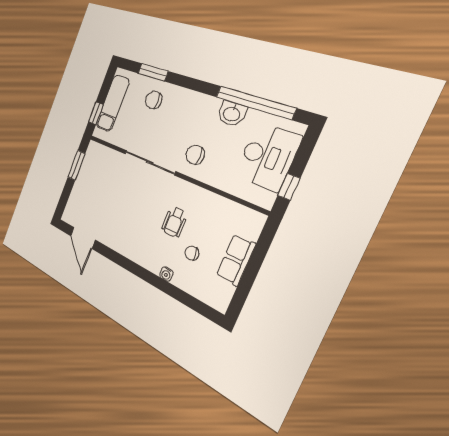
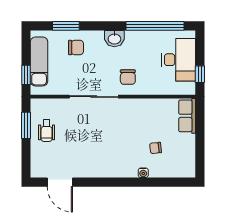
chair: (154, 100) -> (76, 47), turned 180
washbasin: (232, 114) -> (114, 39), moved
chair: (195, 155) -> (128, 77), turned -90
wheelchair: (174, 222) -> (47, 131), moved
row of seats: (236, 260) -> (187, 116), moved

